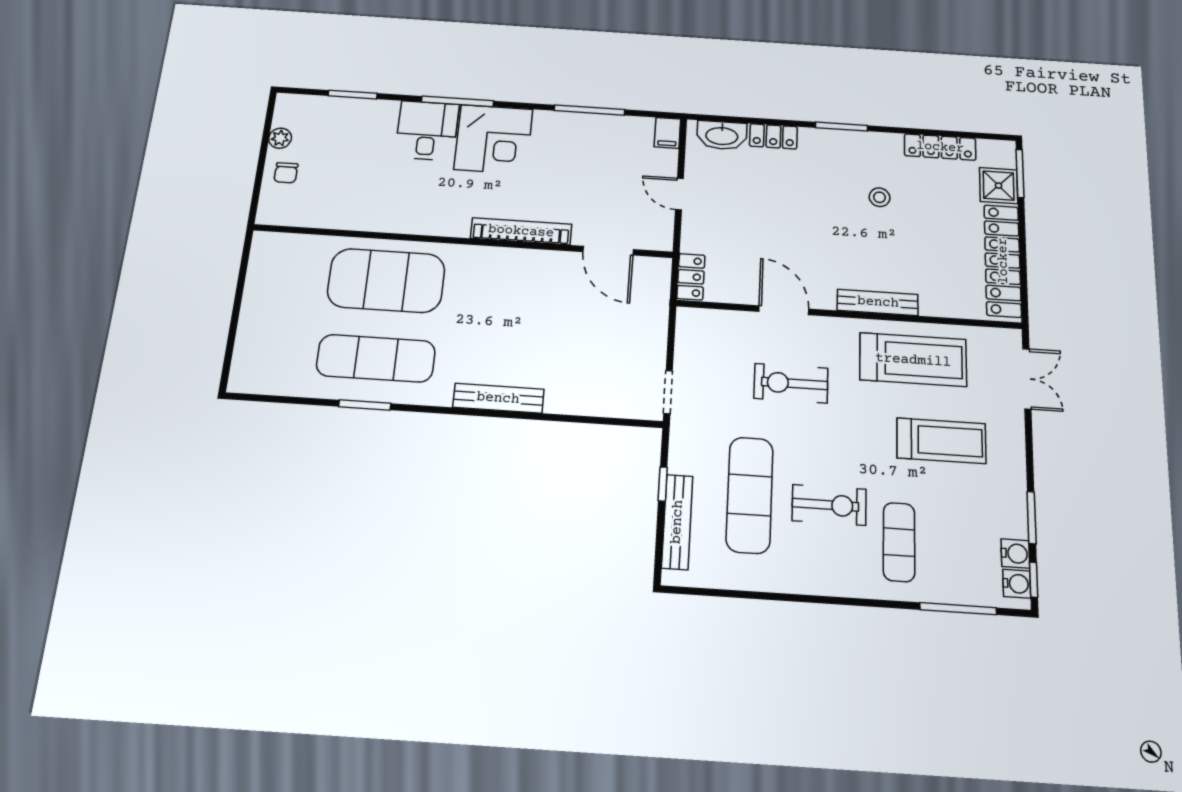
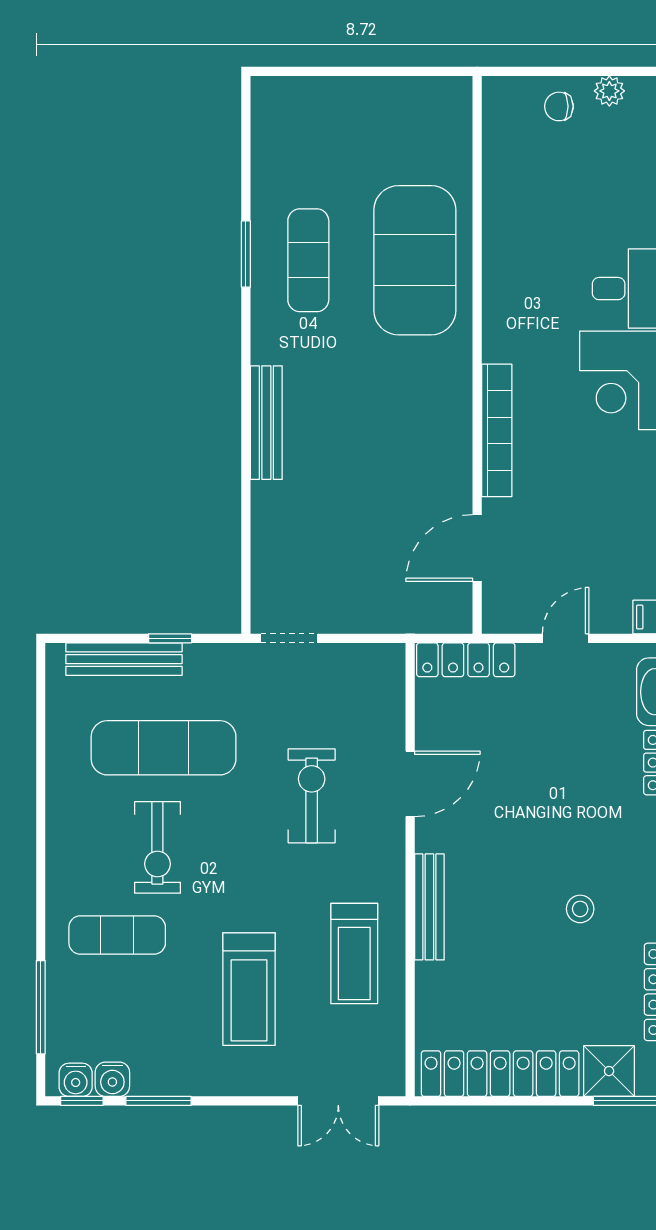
locker: (691, 277) -> (466, 660), width x1.53
exercise mat: (376, 358) -> (308, 260), width x0.73, depth x0.69
treadmill: (913, 360) -> (354, 953), width x0.73, depth x0.73

